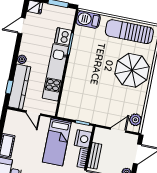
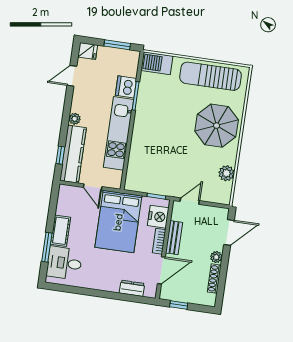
plant: (135, 120) -> (226, 173), moved
door: (118, 130) -> (190, 201), moved
bed: (57, 142) -> (118, 222), width x1.50

